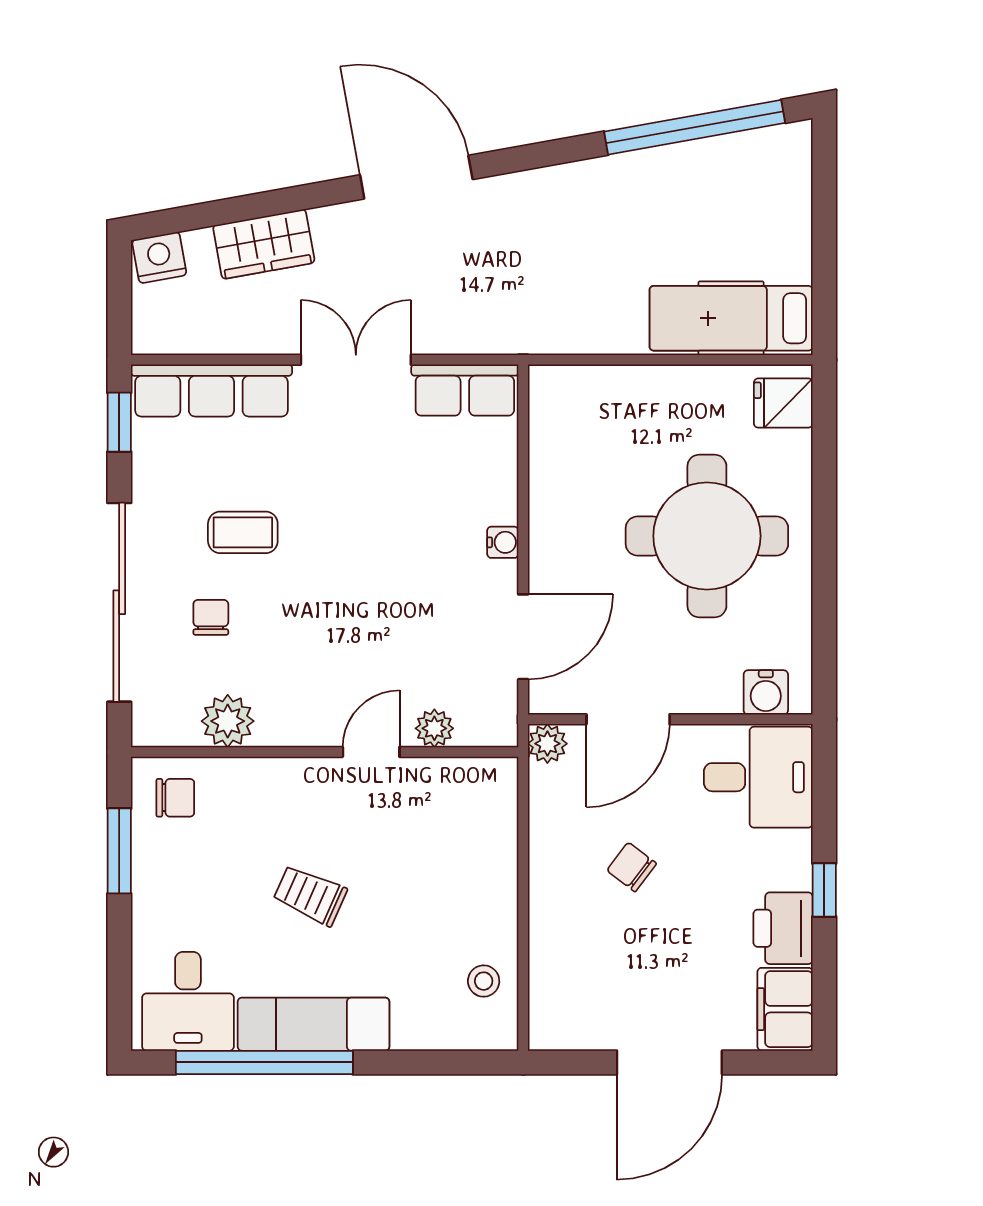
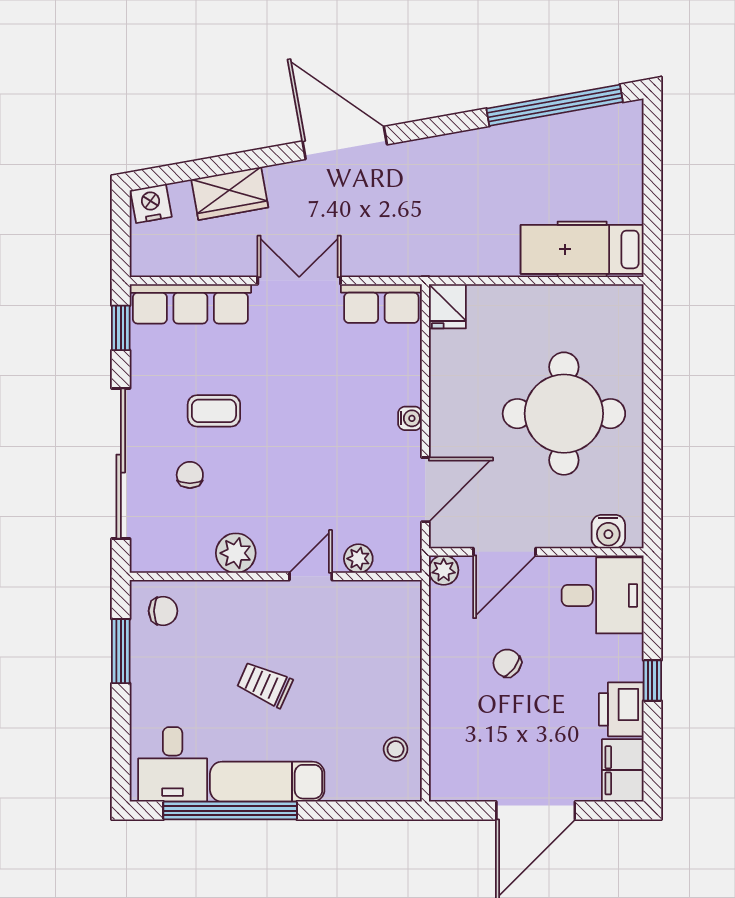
fridge: (783, 403) -> (447, 306), moved, turned -90
plant: (228, 721) -> (236, 553), moved

